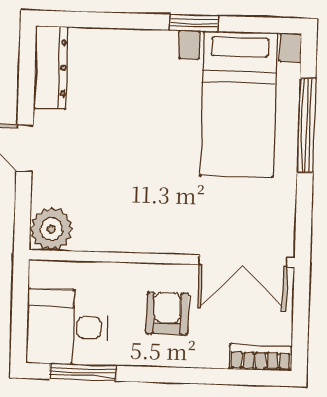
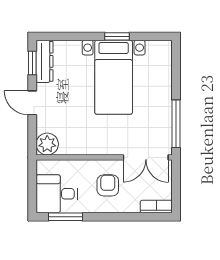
window: (27, 70) -> (32, 63), added
bed with nightstands: (238, 104) -> (114, 77), moved
window: (306, 125) -> (176, 124), moved

